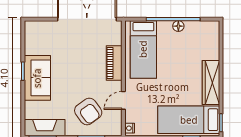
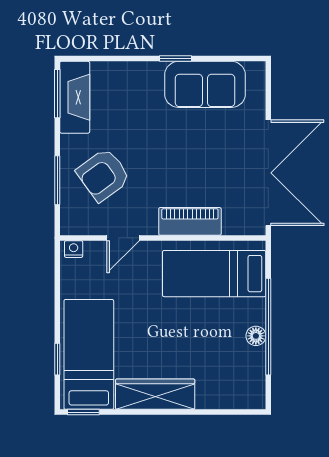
sofa: (37, 78) -> (205, 84), moved
door: (123, 100) -> (123, 238), swing flipped

